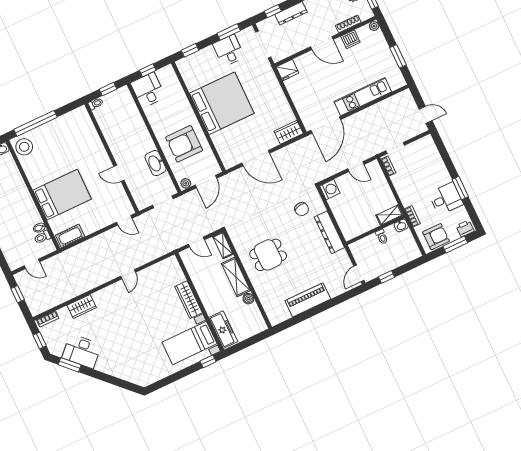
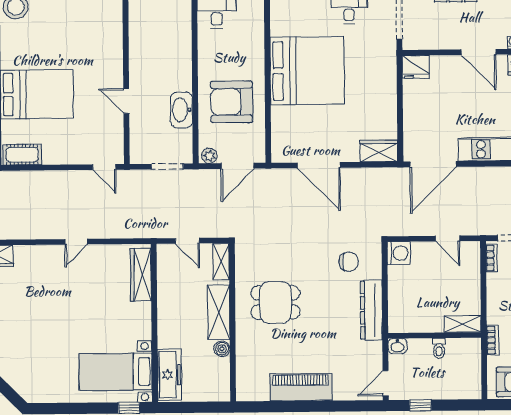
chair: (302, 209) -> (349, 262), turned -81
washbasin: (401, 226) -> (397, 346), moved
wardrobe: (188, 300) -> (141, 275), moved

